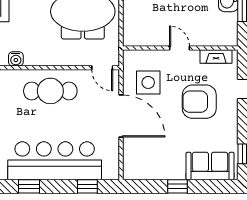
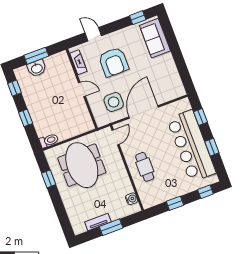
door: (179, 48) -> (82, 89), swing flipped
cafe table: (50, 91) -> (145, 167), width x0.73, depth x0.74
window: (29, 186) -> (212, 147), moved
window: (177, 186) -> (177, 55), removed

